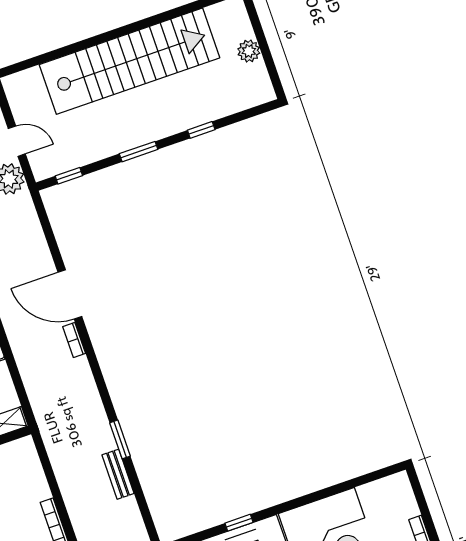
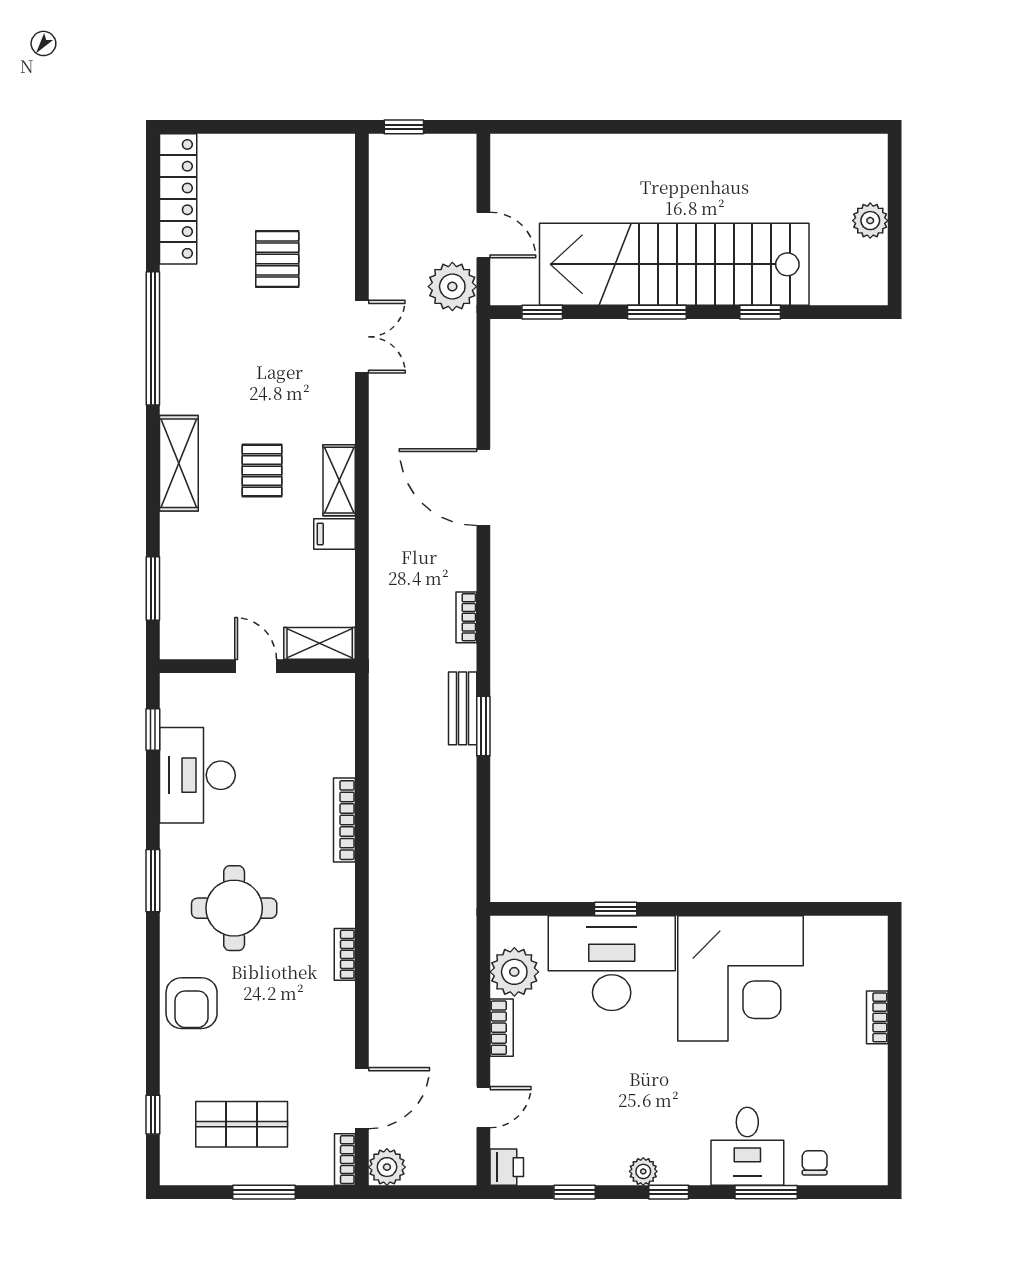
stairs: (129, 61) -> (674, 264), moved, turned 180
bookcase: (74, 340) -> (466, 617), moved
bench: (118, 474) -> (463, 708), moved

